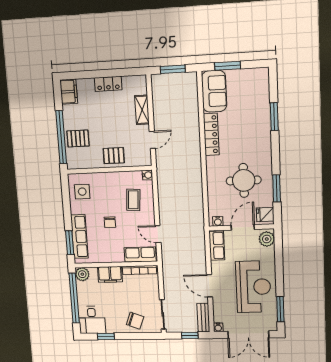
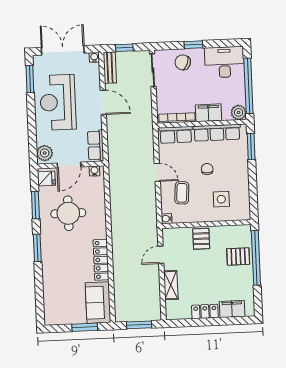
filing cabinet: (69, 92) -> (232, 309), moved, turned 90
window: (274, 117) -> (37, 248), moved
pallet: (114, 156) -> (201, 239), turned 90
side table: (82, 192) -> (221, 199), moved
door: (158, 234) -> (157, 172), moved
row of seats: (79, 237) -> (217, 133), moved, turned -90
desk: (92, 320) -> (224, 62), width x1.37
window: (106, 336) -> (193, 45), moved

